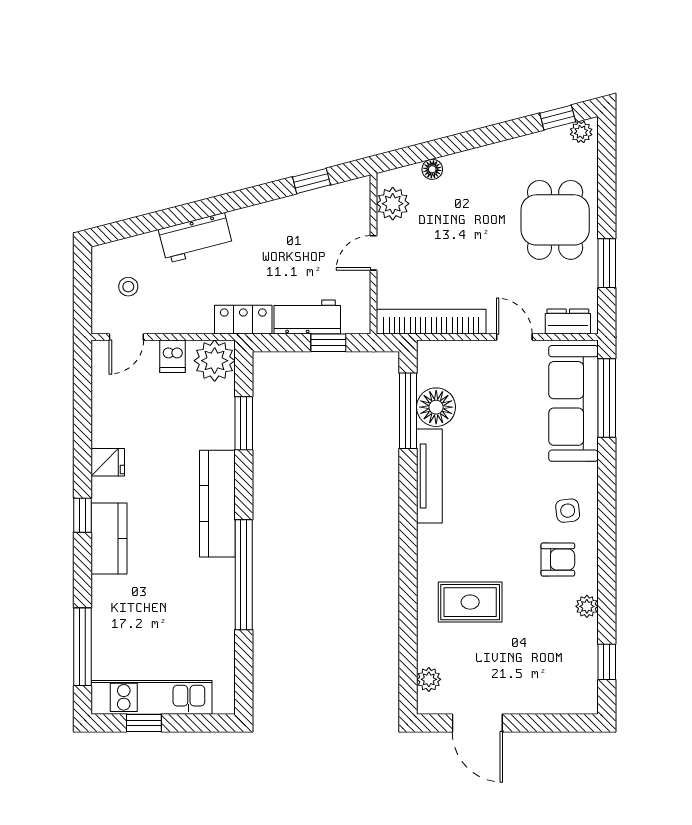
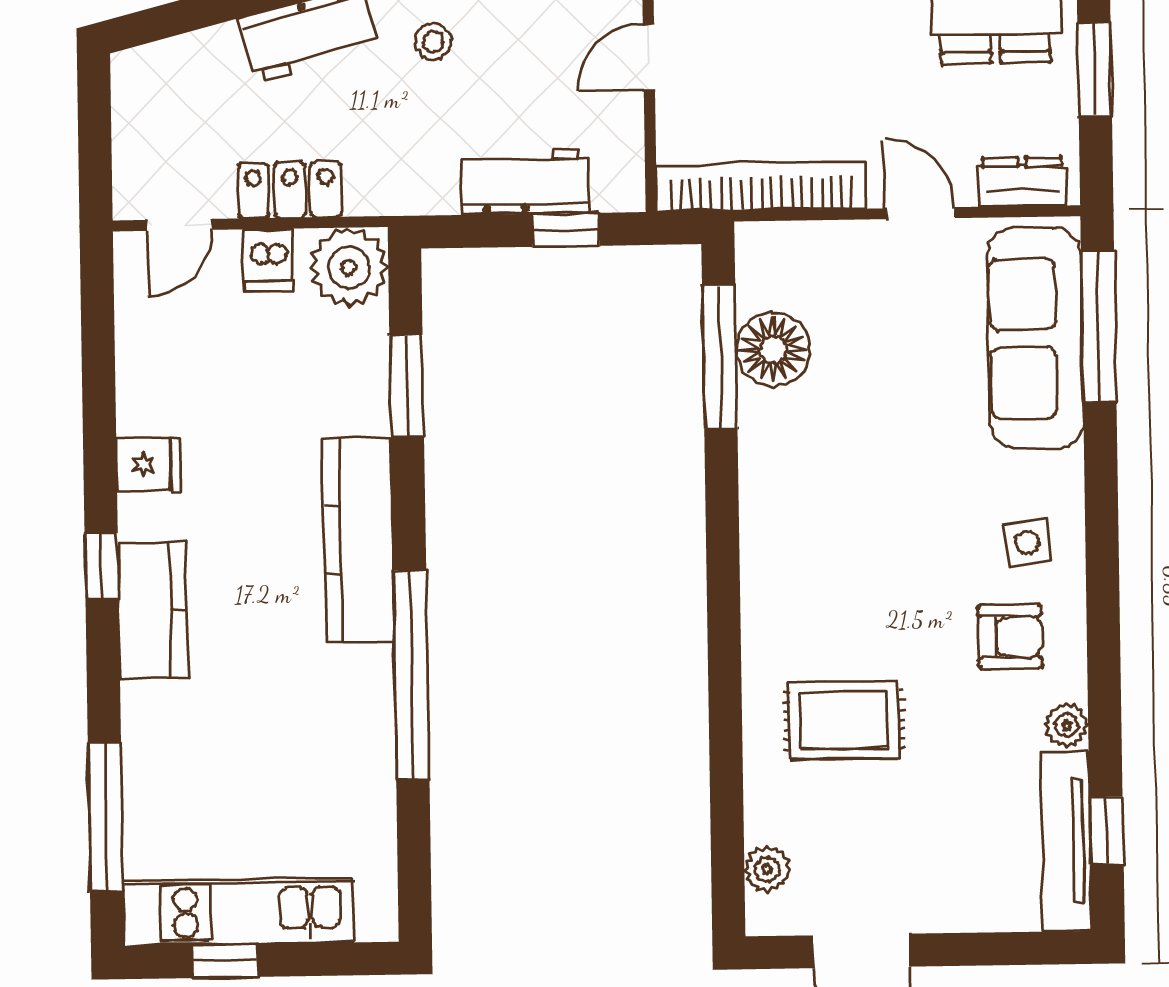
stool: (128, 287) -> (433, 42), moved
locker: (243, 320) -> (290, 190), moved
tv unit: (429, 476) -> (1066, 841), moved, turned 180

